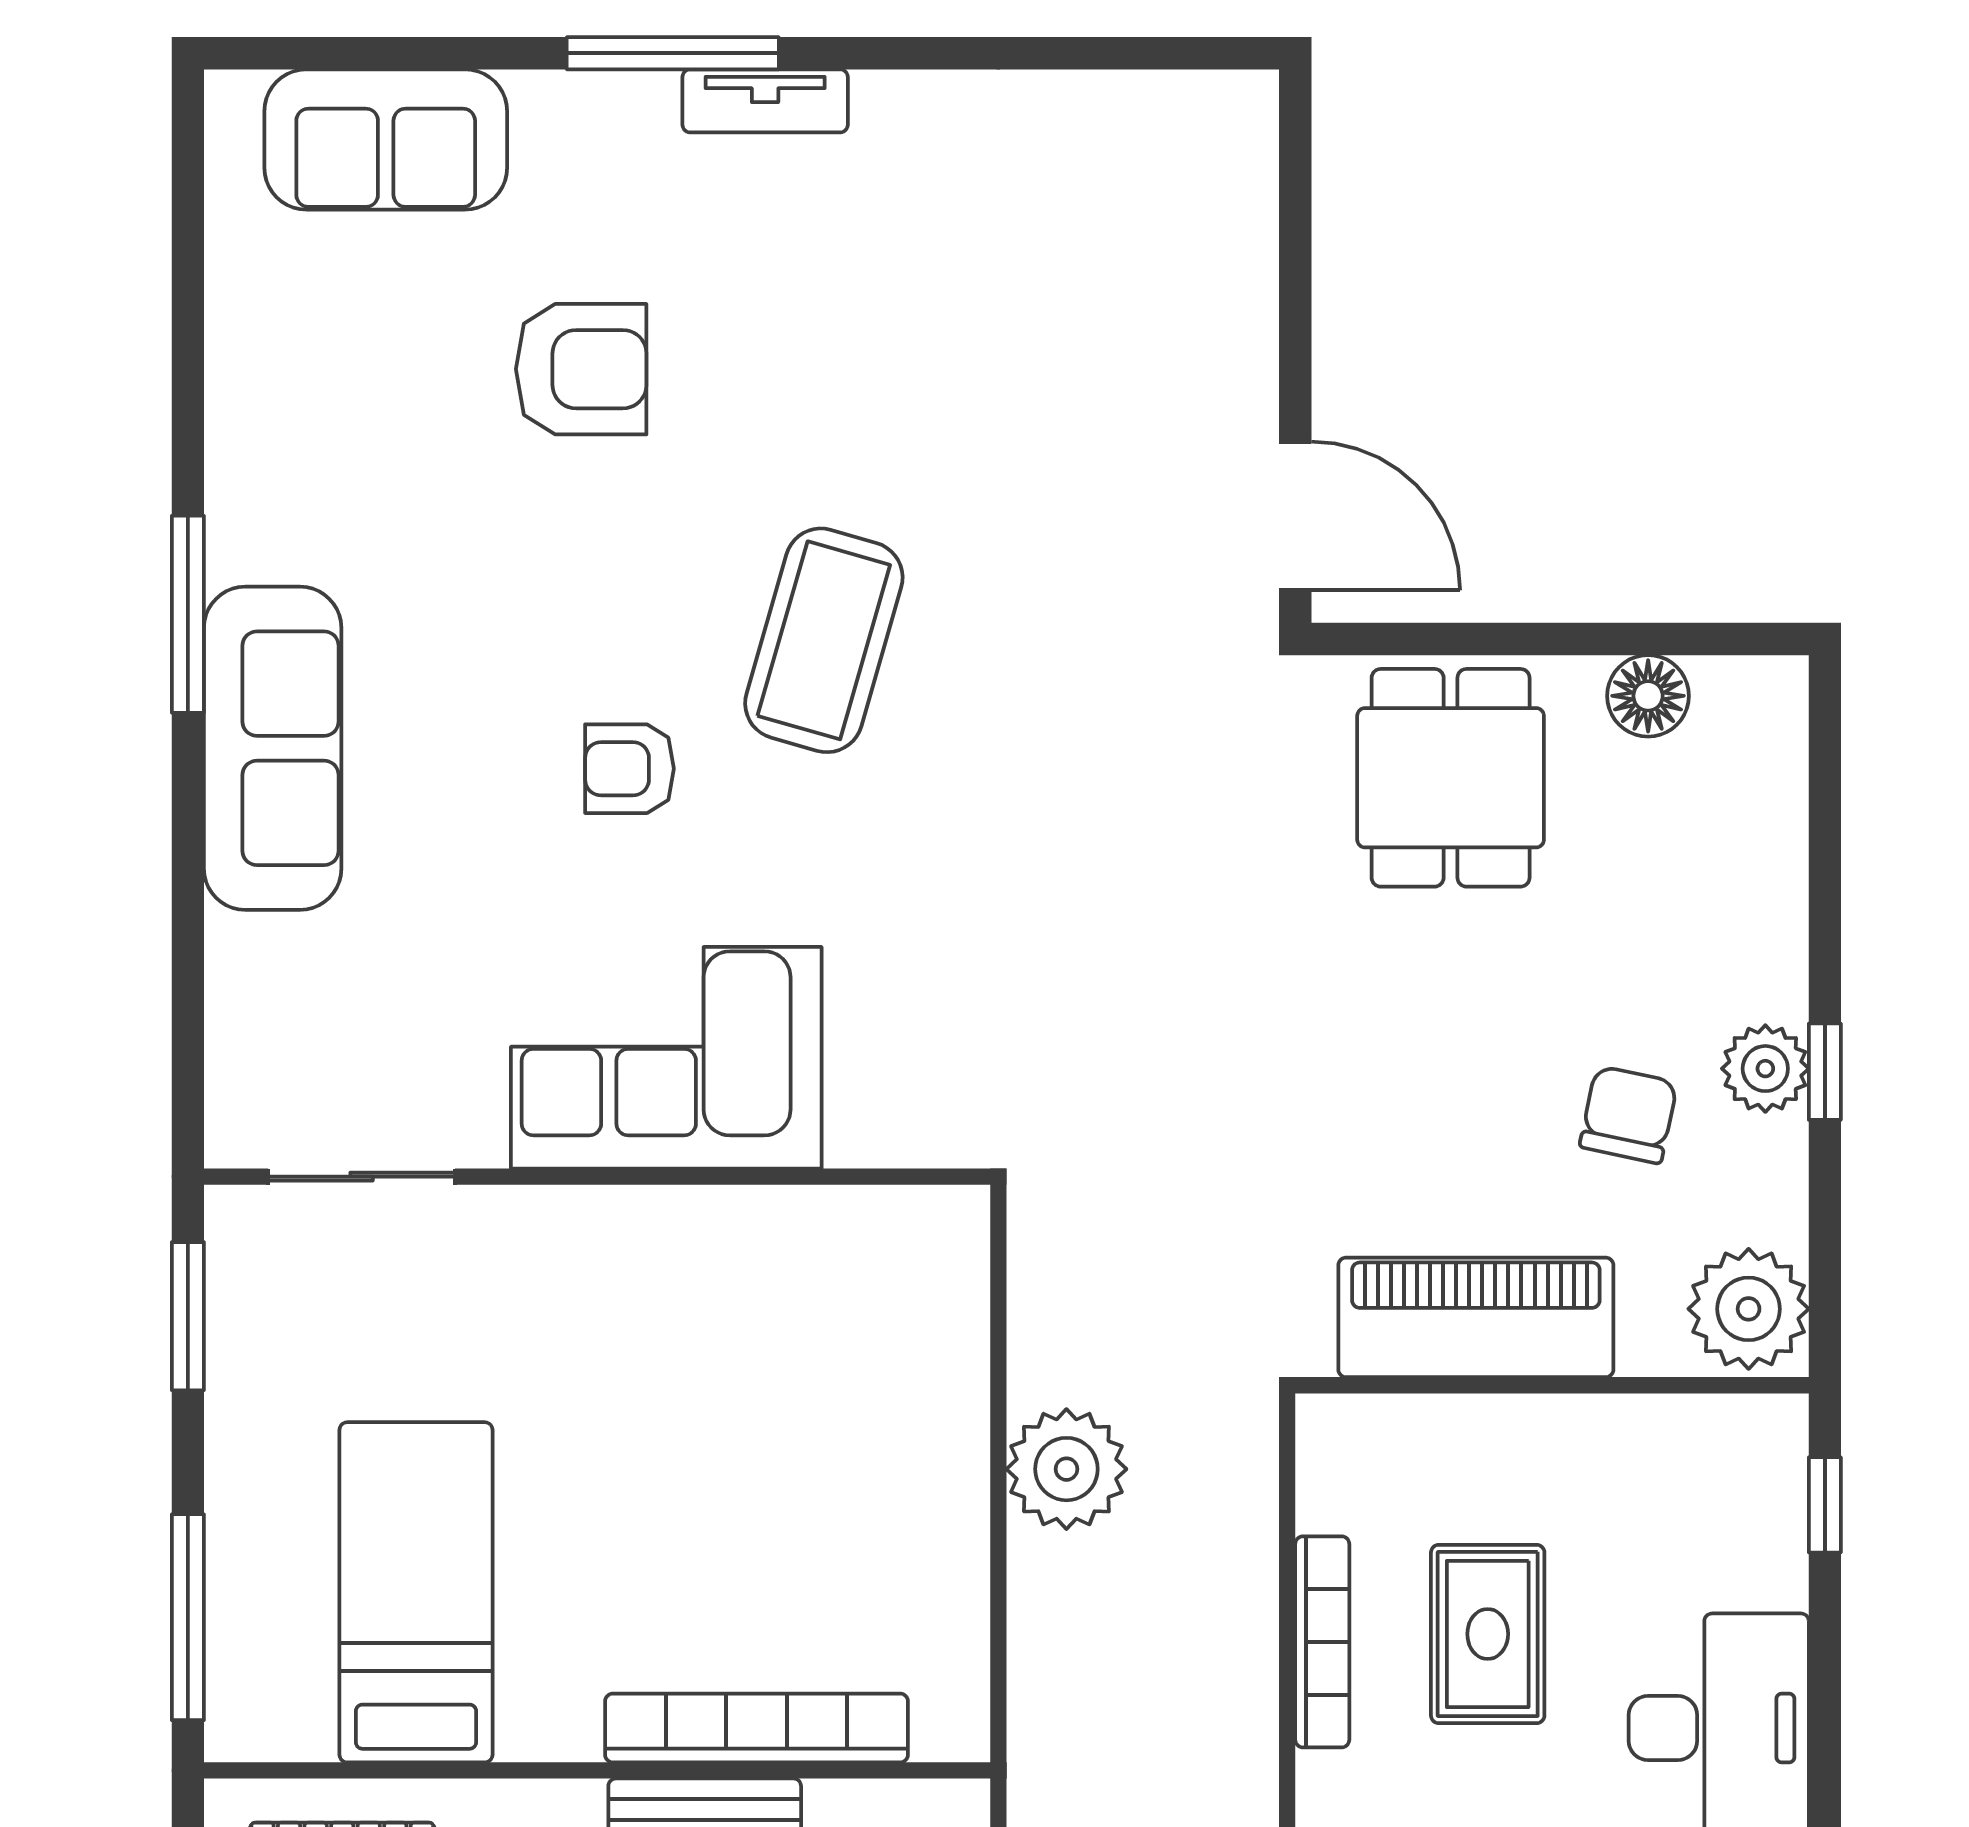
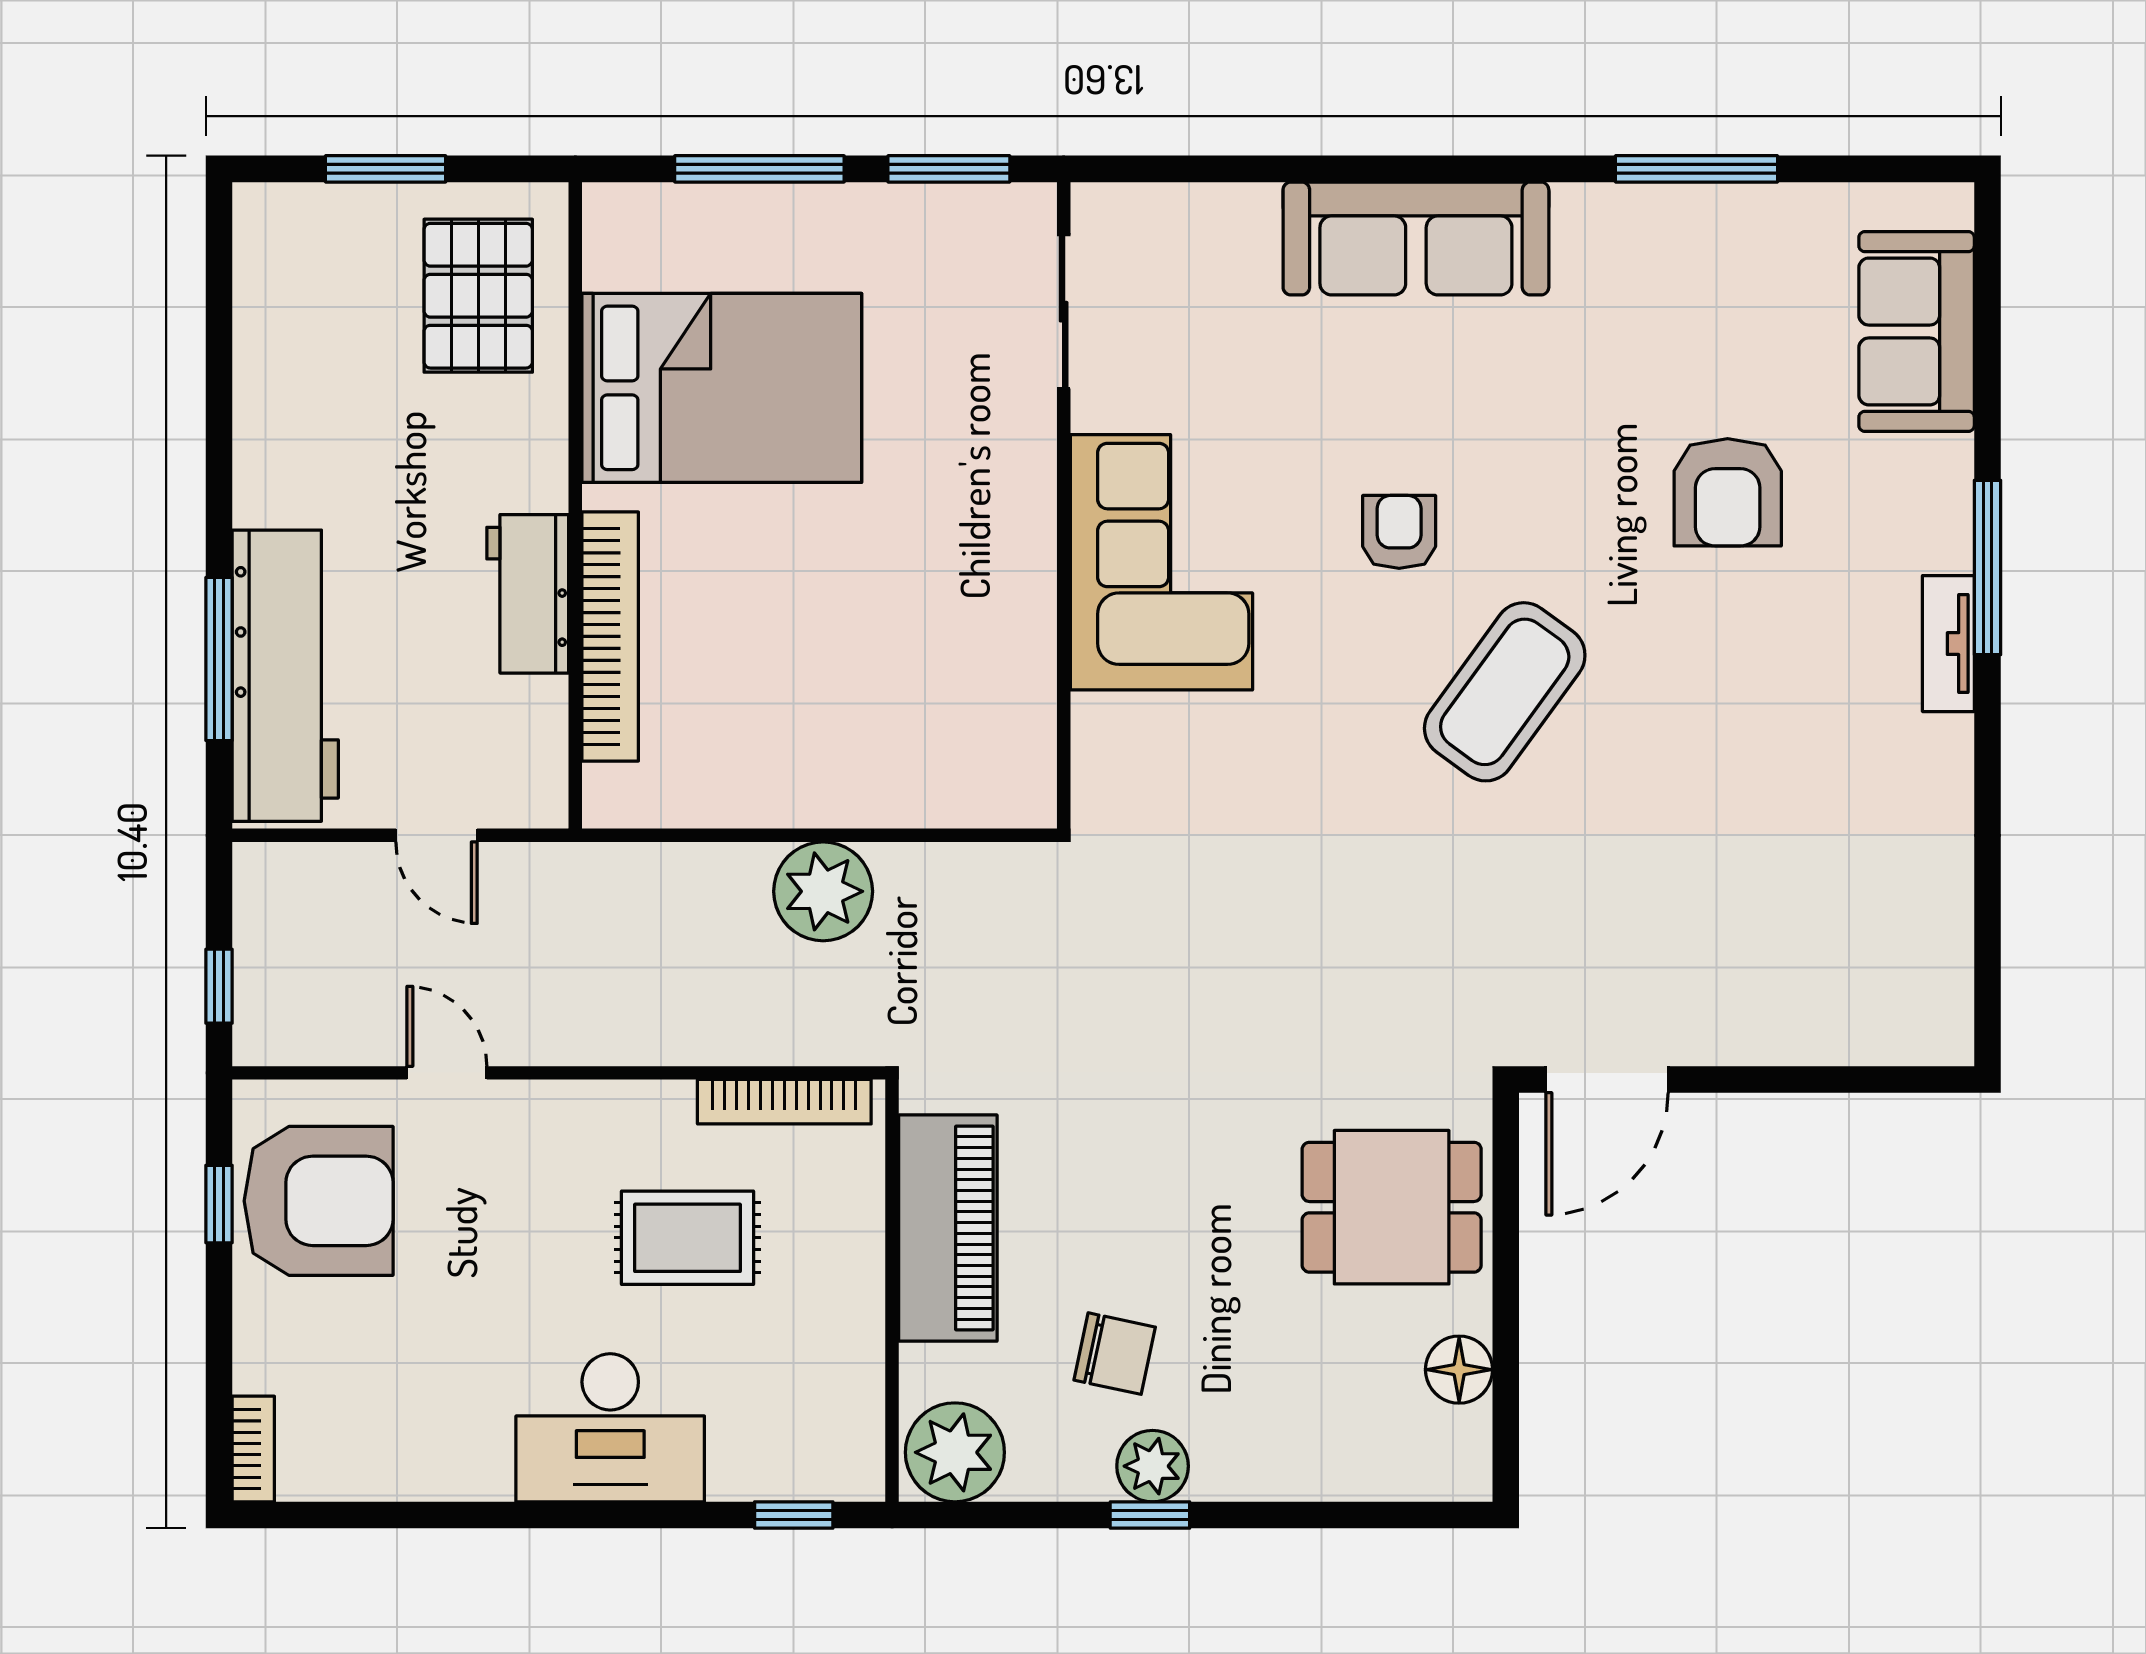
window: (188, 614) -> (1696, 169), moved
coffee table: (824, 640) -> (1505, 692), turned -70
bed: (416, 1592) -> (722, 388), width x1.50
window: (188, 1617) -> (759, 169), moved
bookcase: (1322, 1642) -> (784, 1102), moved

